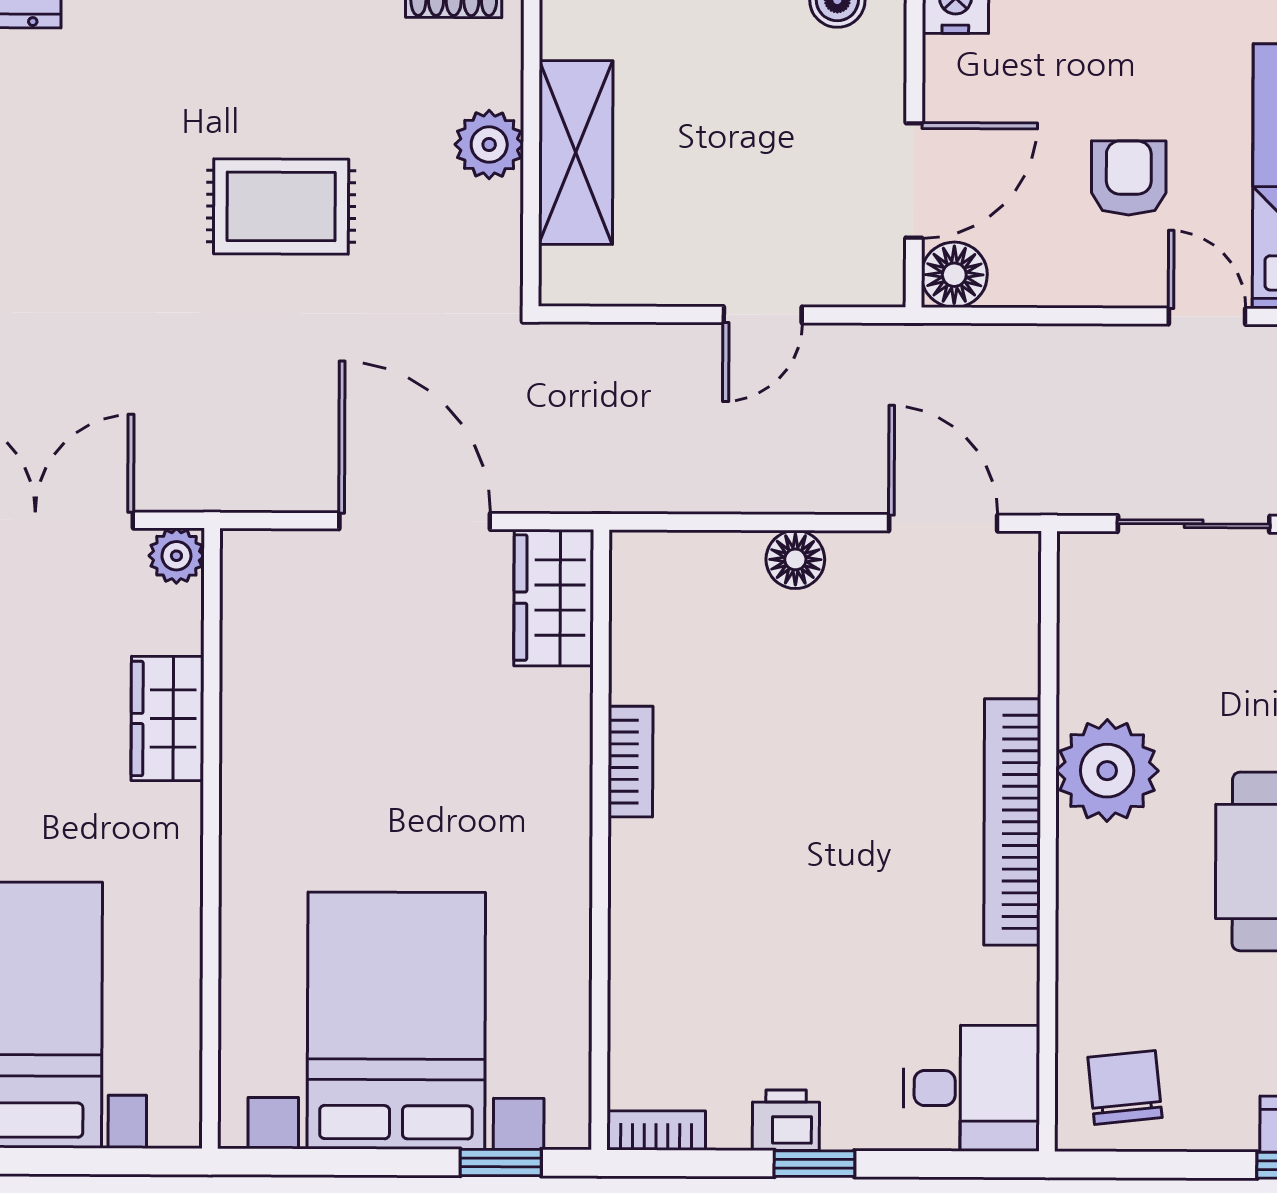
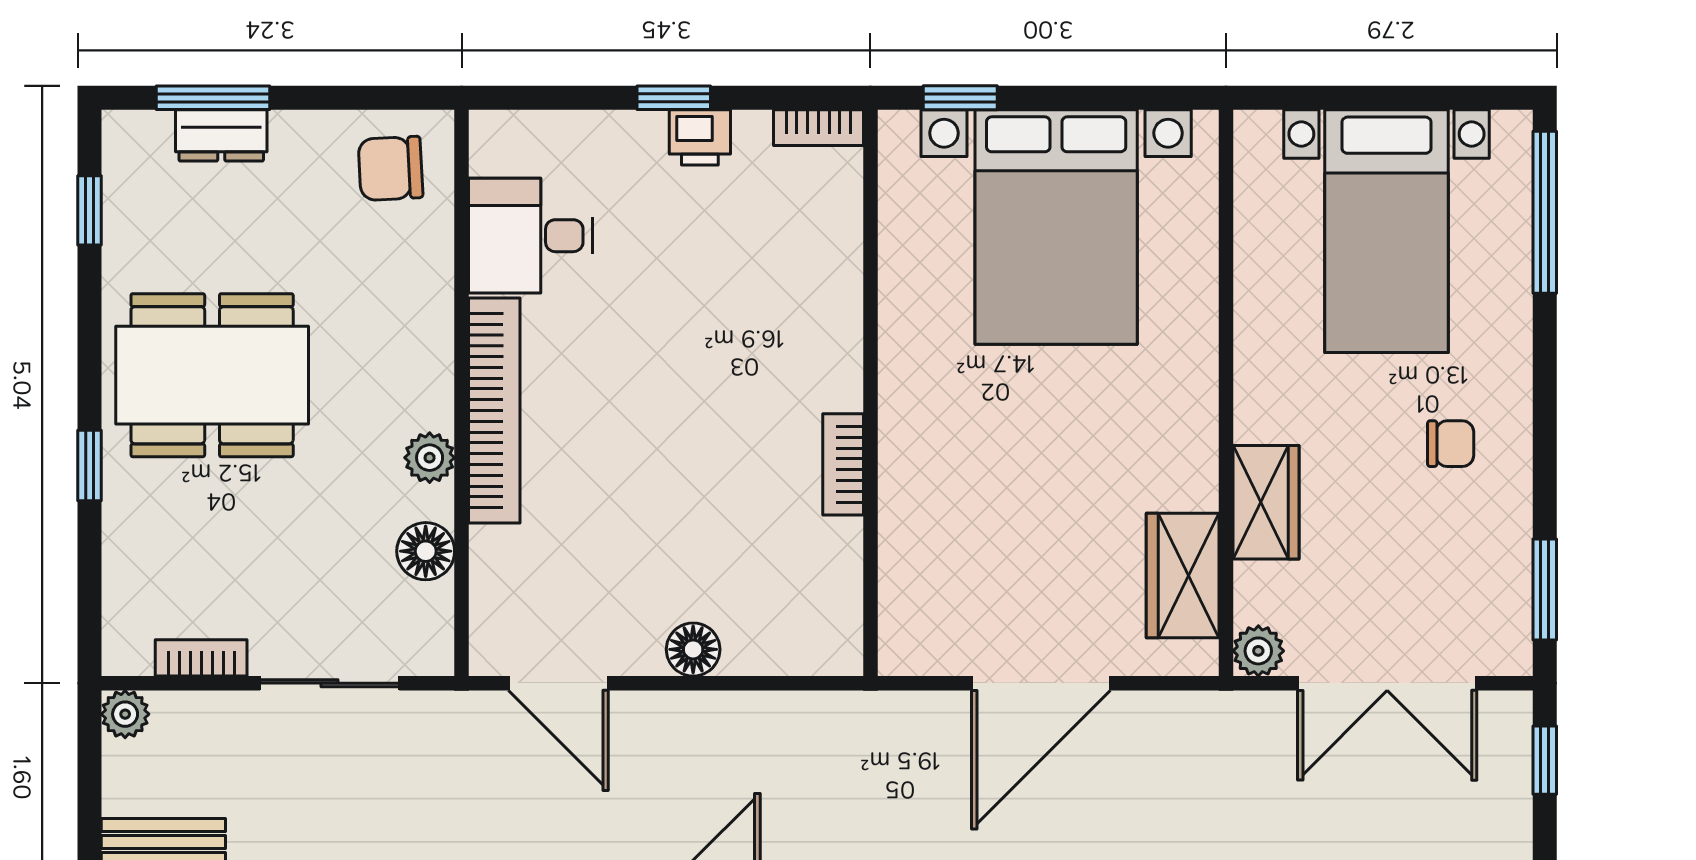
door: (415, 521) -> (1041, 683), hinge flipped
wardrobe: (554, 598) -> (1183, 576), moved, turned 180
floor lamp: (1088, 668) -> (426, 551), added
plant: (1107, 771) -> (430, 458), width x0.53, depth x0.53
chair: (1125, 1087) -> (391, 168), turned 93
desk: (971, 1088) -> (531, 236), moved

